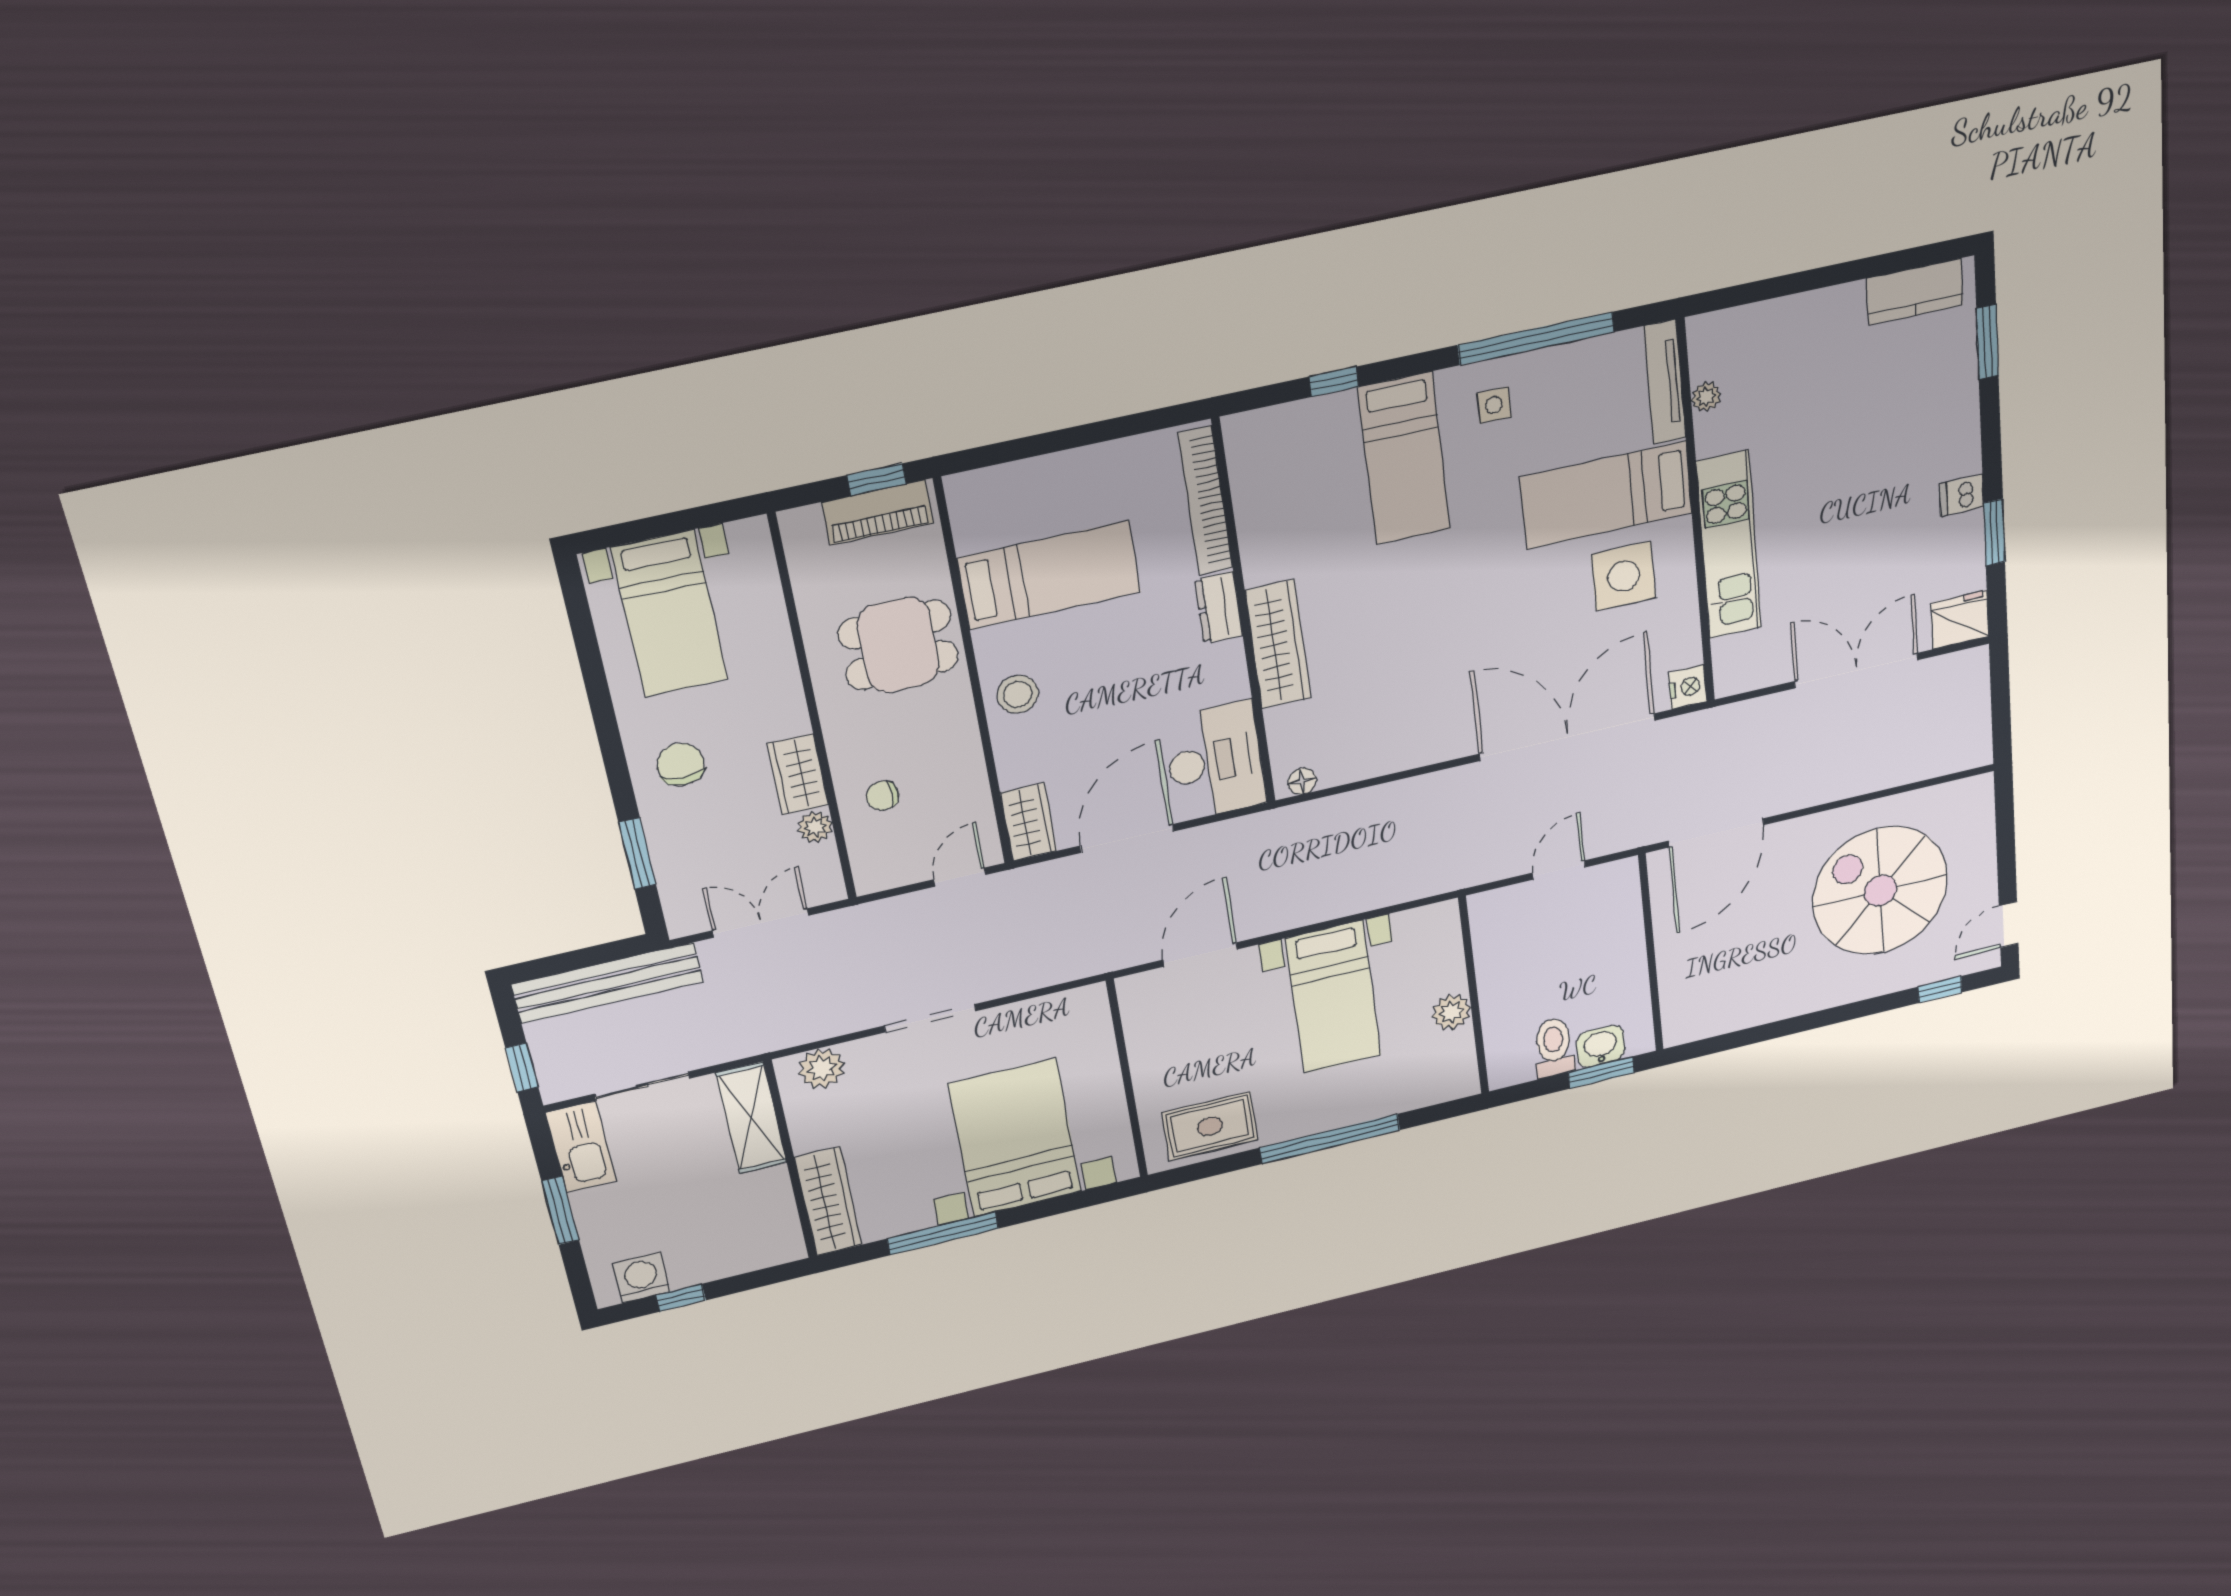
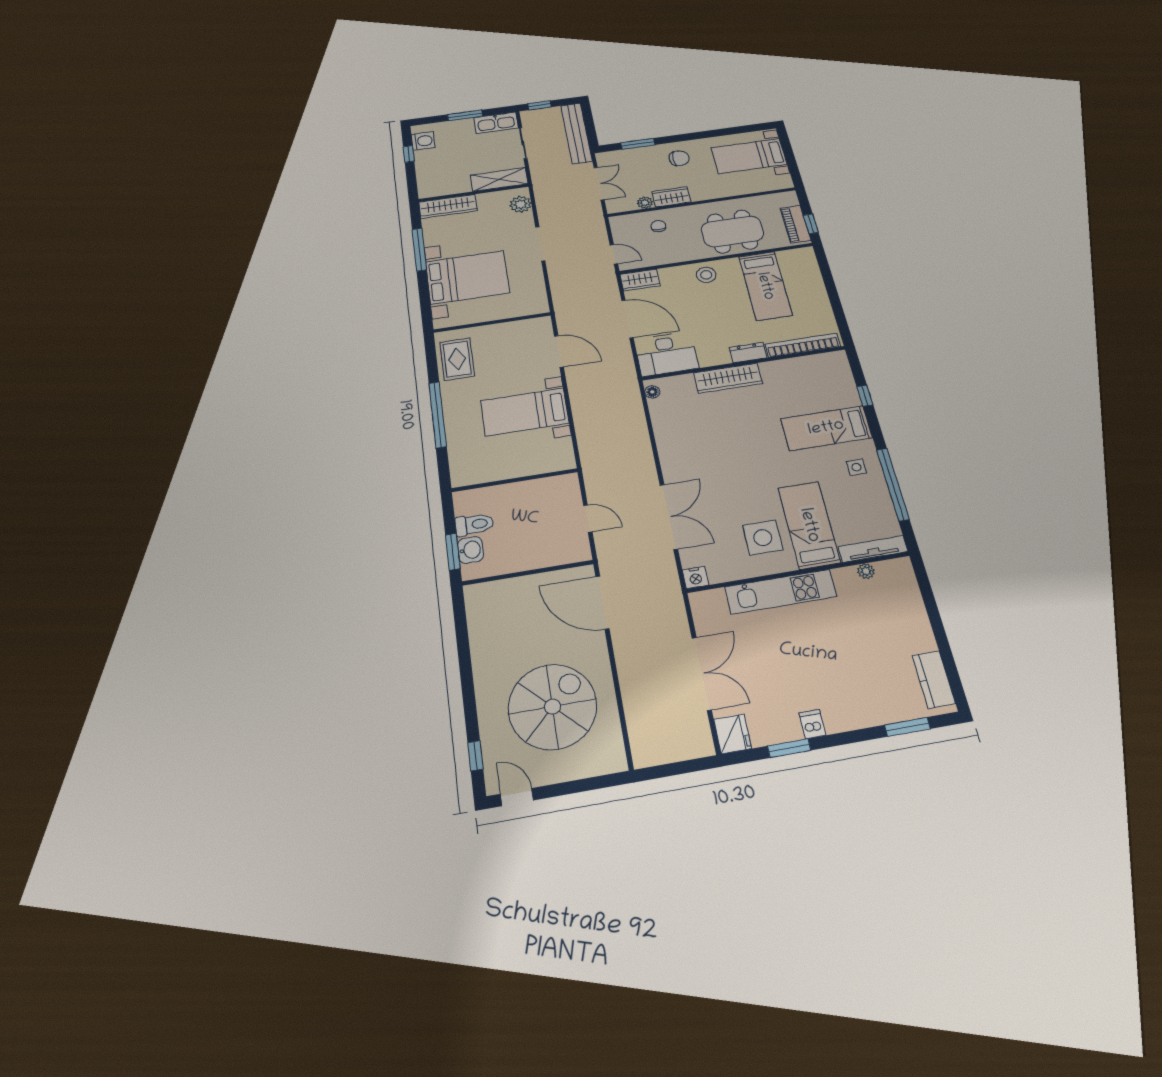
dining table: (898, 645) -> (732, 231), width x1.37
double door: (1568, 737) -> (669, 517), width x0.73
plant: (1451, 1012) -> (506, 470), removed

